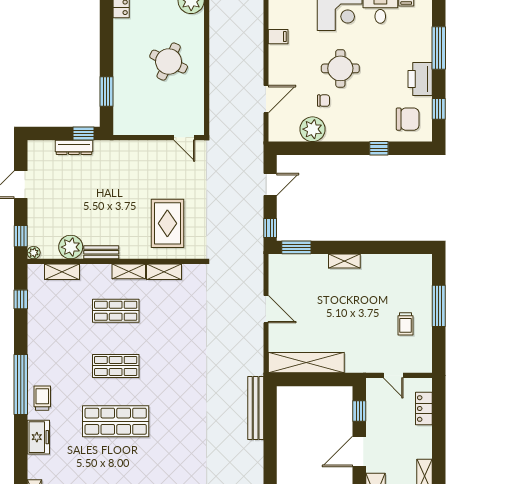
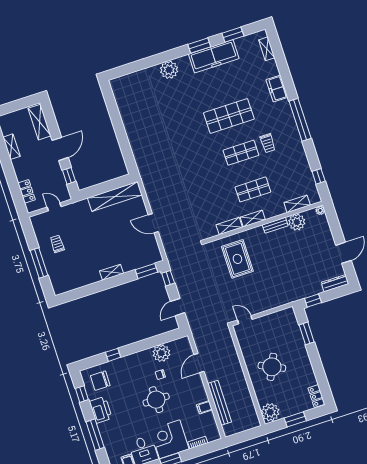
dresser: (74, 147) -> (335, 283), moved
window: (21, 236) -> (332, 219), removed
trolley: (42, 398) -> (268, 143), moved
bench: (256, 408) -> (219, 403), moved

